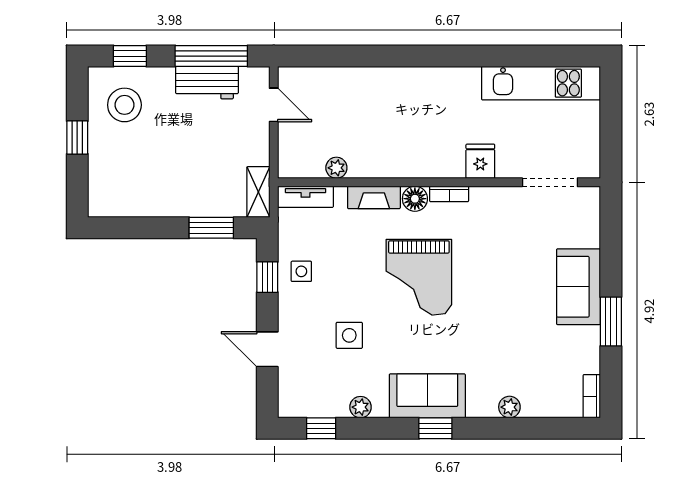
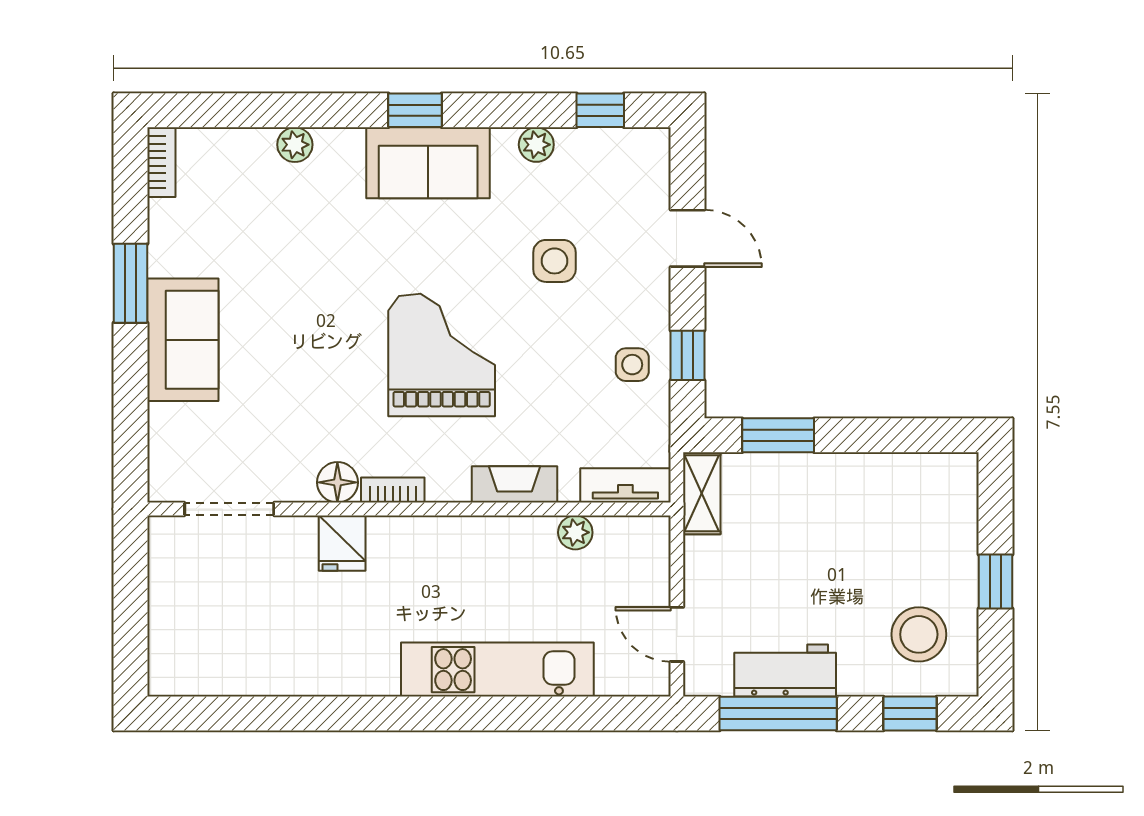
kitchen unit: (541, 83) -> (497, 670), moved
floor lamp: (415, 199) -> (337, 482), moved

